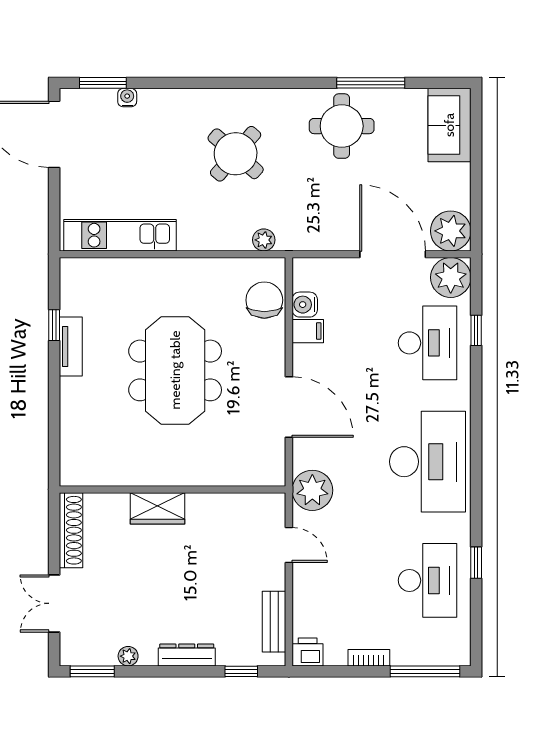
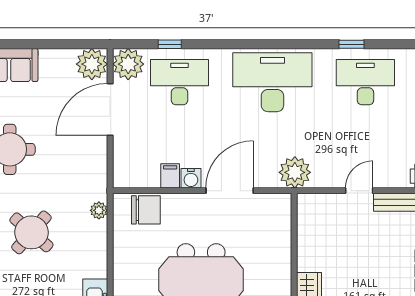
chair: (264, 300) -> (146, 210), turned 180
water cooler: (305, 305) -> (191, 178), moved
door: (289, 545) -> (359, 191), moved

